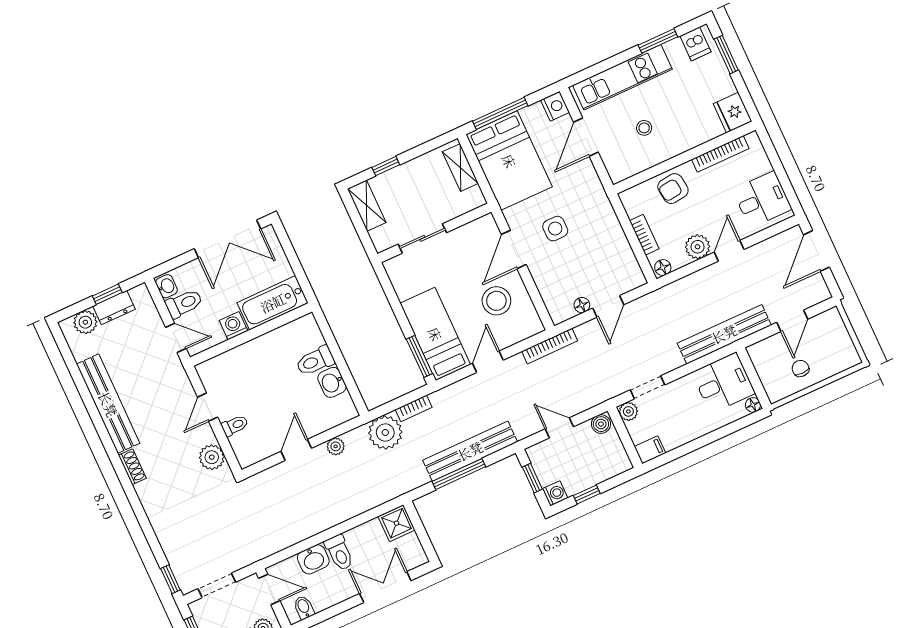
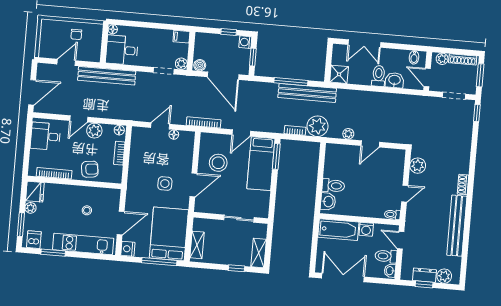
plant: (726, 86) -> (30, 208), added
washbasin: (332, 382) -> (328, 202), moved
toilet: (235, 425) -> (392, 215), moved
door: (559, 428) -> (223, 76), width x1.87
bench: (470, 451) -> (307, 93), moved

